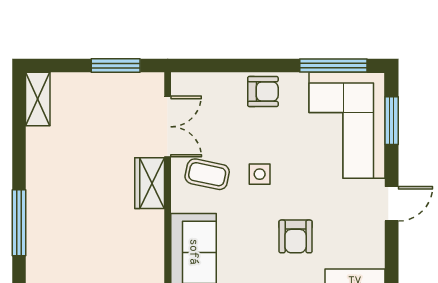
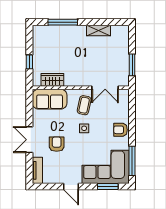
armchair: (263, 92) -> (121, 130), turned 90
shelving: (38, 99) -> (99, 31), moved
wardrobe: (150, 183) -> (52, 80), moved
armchair: (296, 236) -> (57, 144), turned 90

